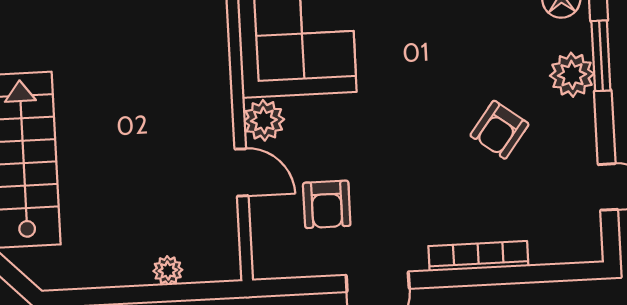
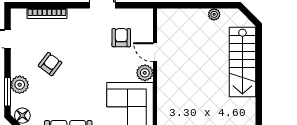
bookcase: (478, 256) -> (47, 14), moved
plant: (168, 270) -> (214, 14), moved

